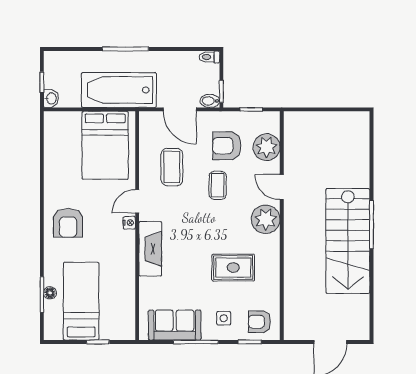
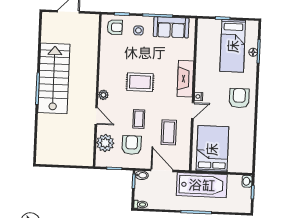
armchair: (227, 146) -> (132, 145), turned -90
plant: (266, 219) -> (103, 95), width x0.53, depth x0.53
rug: (233, 268) -> (140, 82), moved

